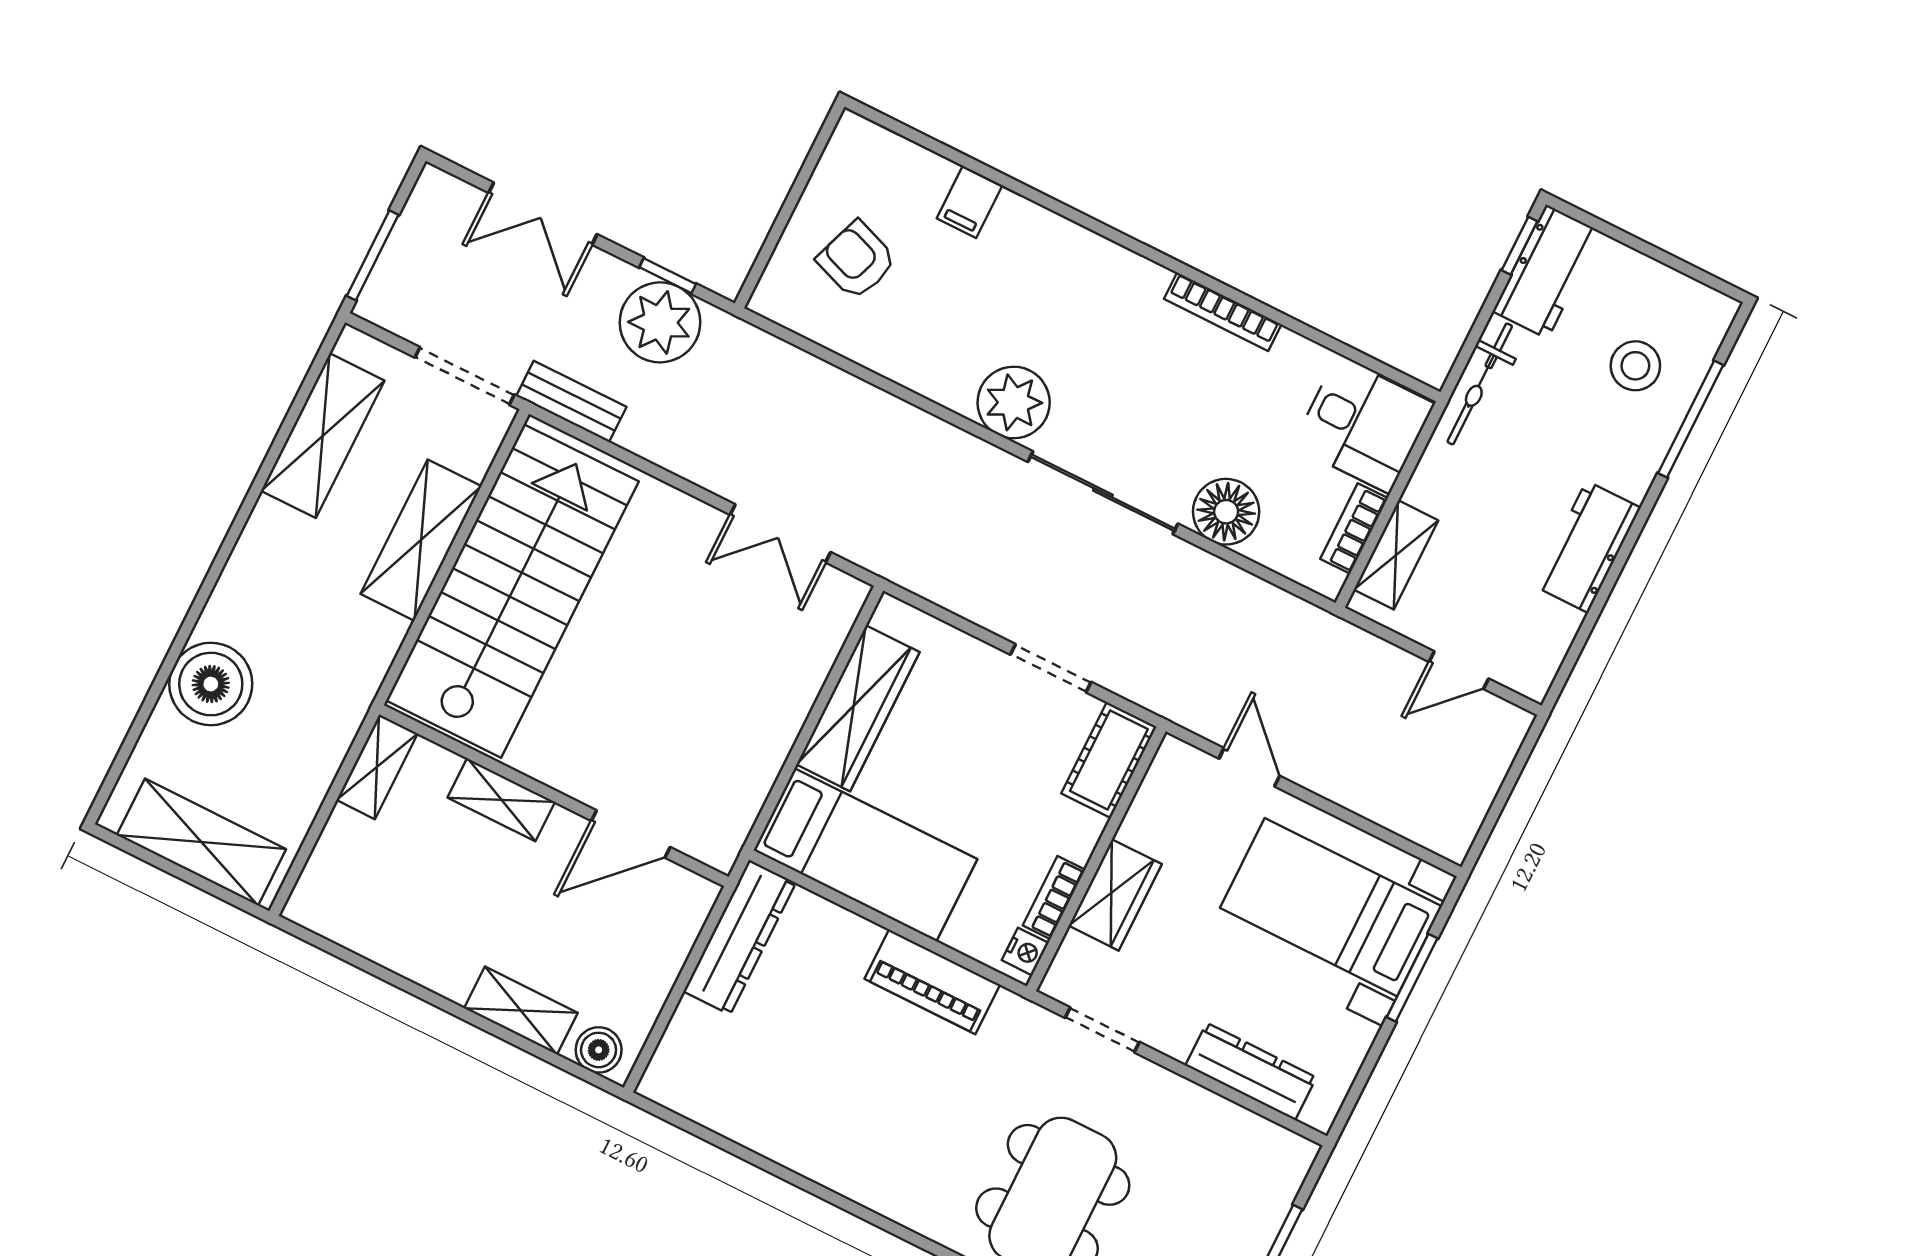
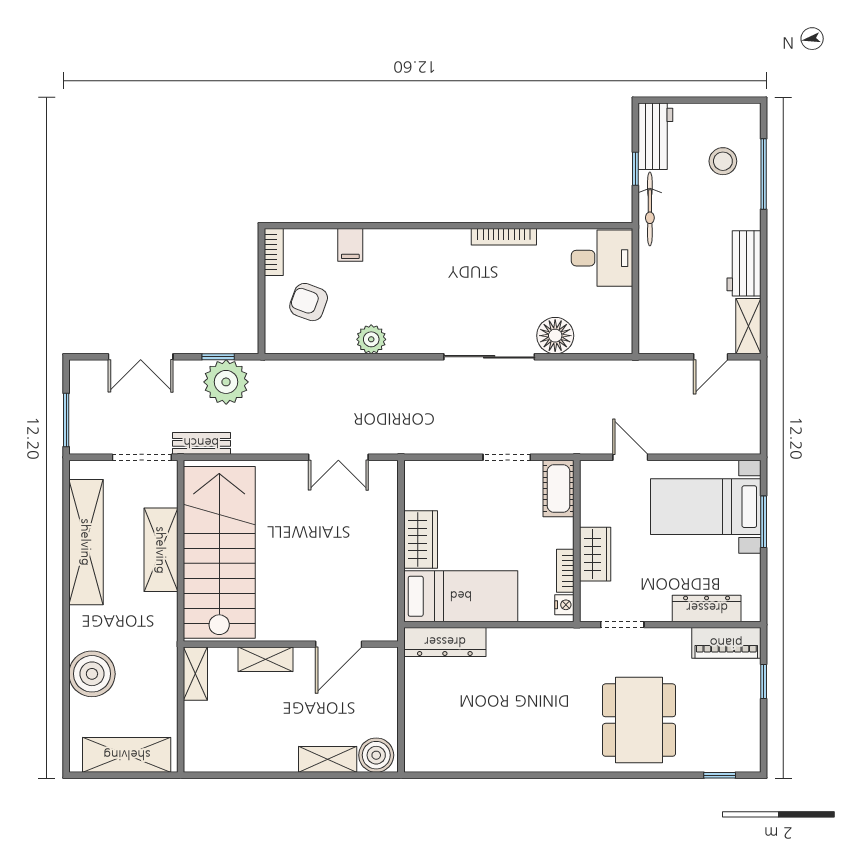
window: (1520, 246) -> (635, 169), moved
plant: (1014, 402) -> (371, 339), moved, width x0.73, depth x0.73
shelving: (323, 436) -> (86, 542), width x1.47
bookcase: (1354, 529) -> (274, 252), moved, turned 180
shelving: (1396, 555) -> (748, 326), moved
wardrobe: (858, 708) -> (421, 540), width x0.67
dresser: (740, 937) -> (445, 642), moved, turned 90
piano: (932, 982) -> (726, 643), moved
boiler: (599, 1050) -> (376, 755), width x1.36, depth x1.36

